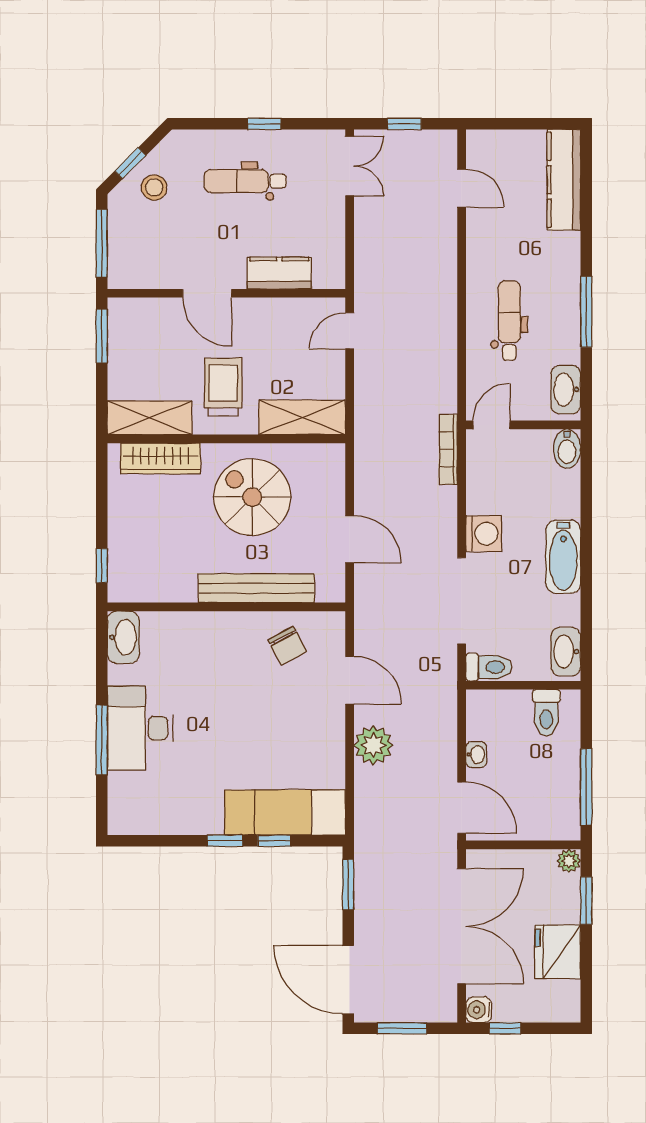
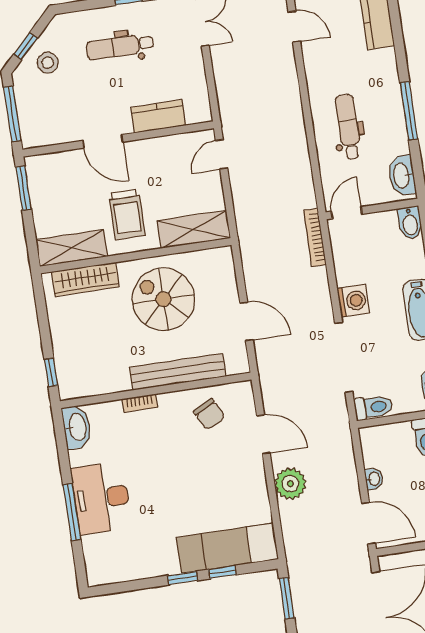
trolley: (223, 387) -> (127, 214), turned 180
bookcase: (204, 619) -> (140, 403), added

